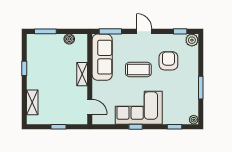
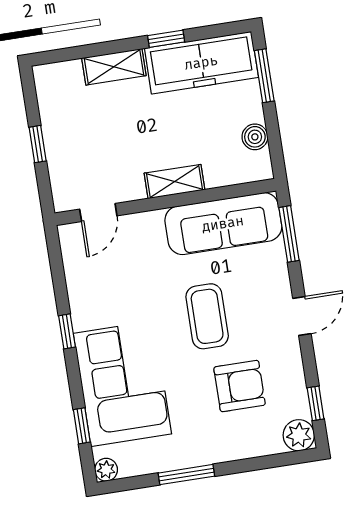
freezer: (36, 56) -> (201, 63), added
shelving: (32, 102) -> (114, 67), moved
corner sofa: (139, 108) -> (122, 384), moved

